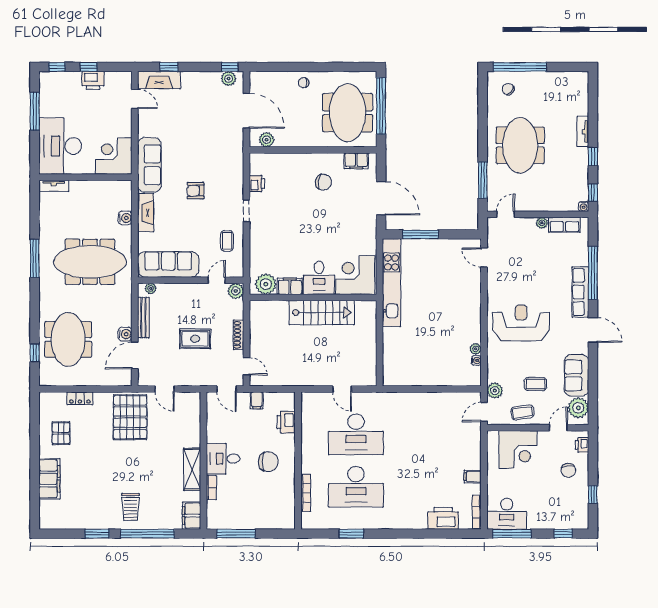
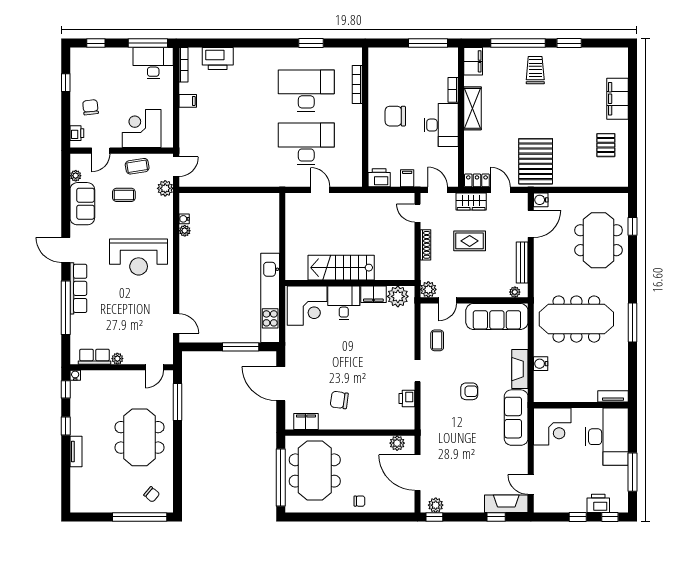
printer: (93, 80) -> (598, 503), moved
water cooler: (125, 334) -> (541, 200), moved
wardrobe: (194, 378) -> (471, 201), added
locker: (80, 398) -> (477, 180), moved
plant: (578, 408) -> (76, 176), width x0.53, depth x0.53
printer: (286, 422) -> (379, 178), moved, turned -90
desk: (223, 459) -> (441, 125), width x1.37

